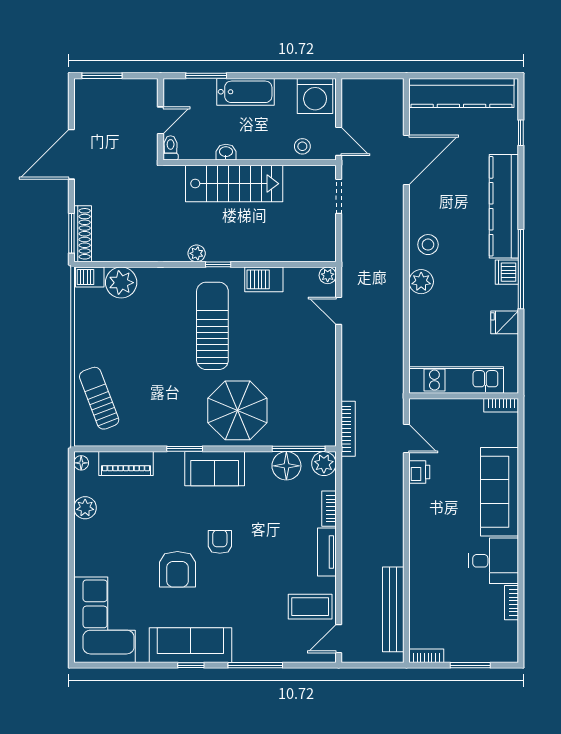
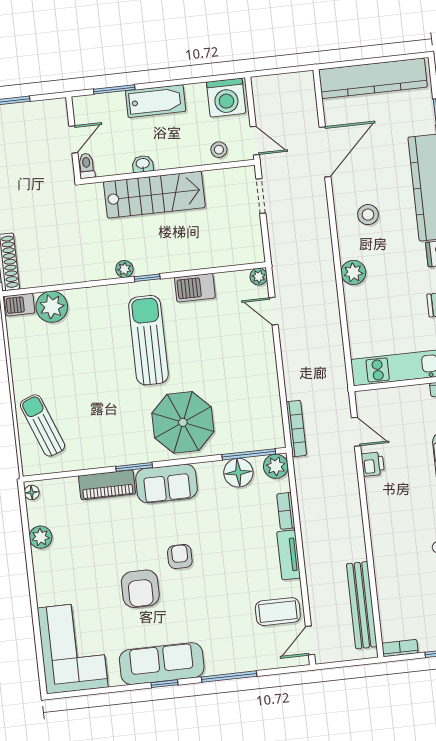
stool: (428, 245) -> (368, 215), moved
piano: (126, 464) -> (107, 485), moved

